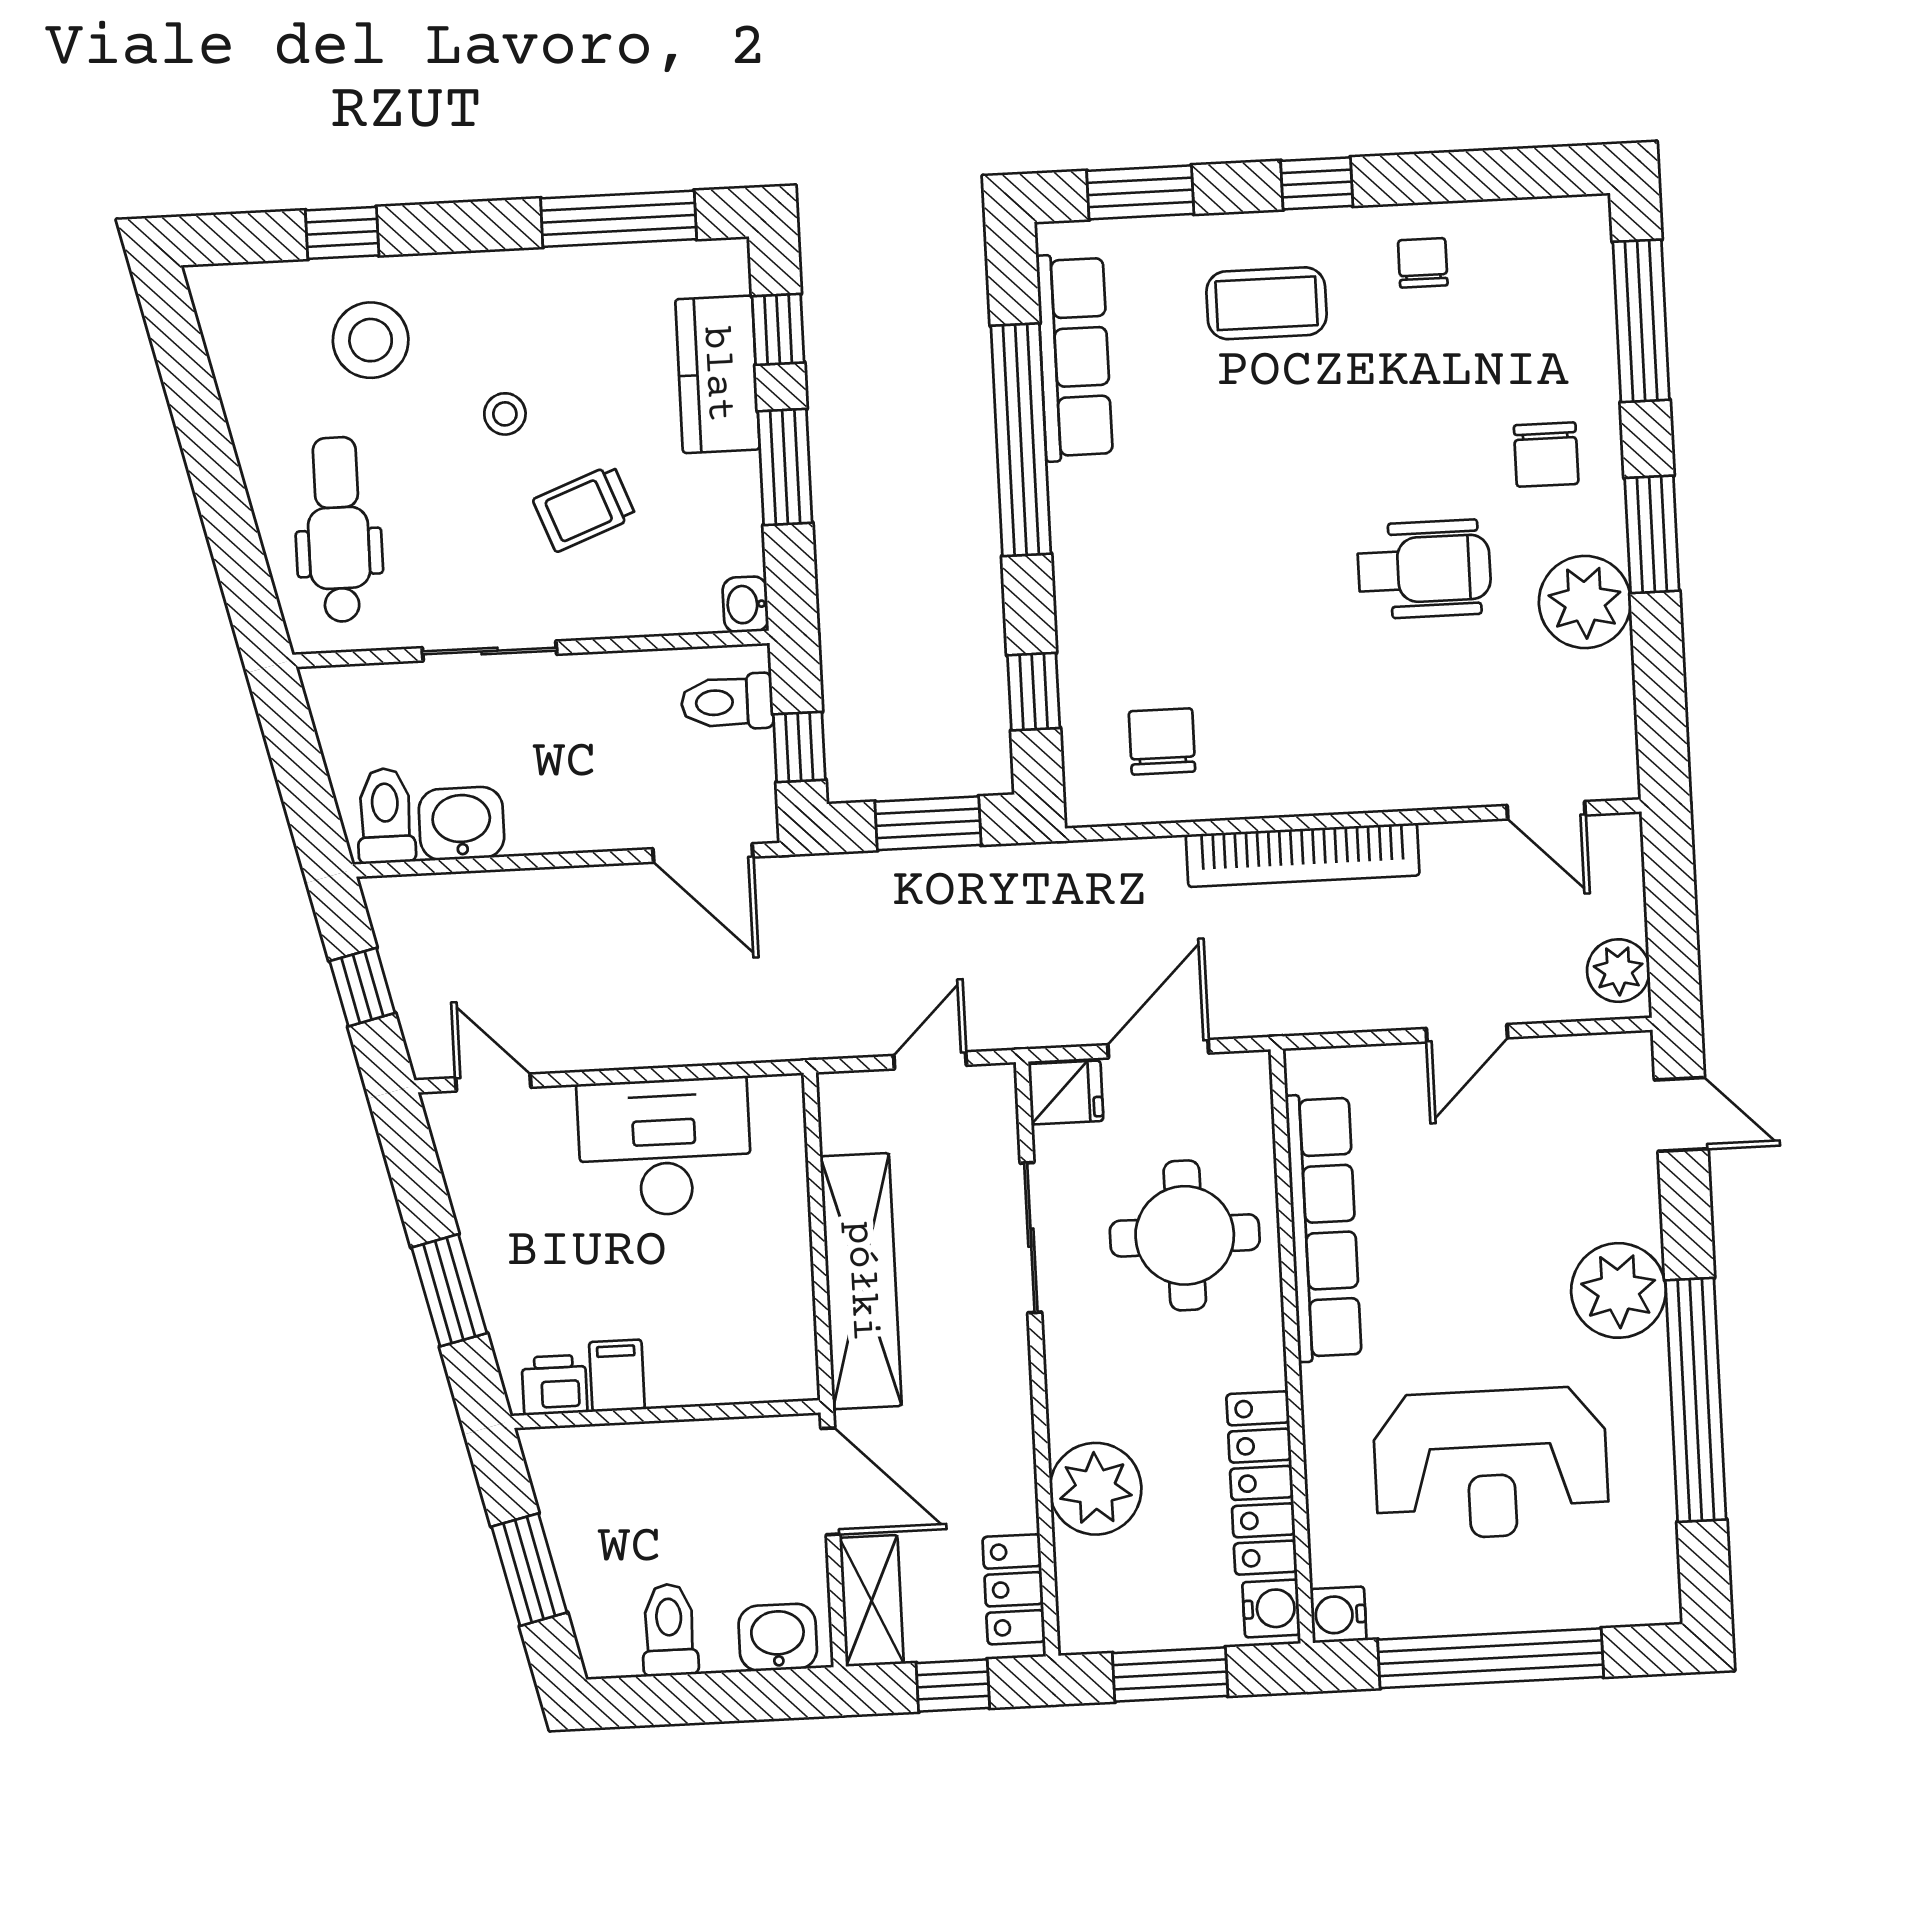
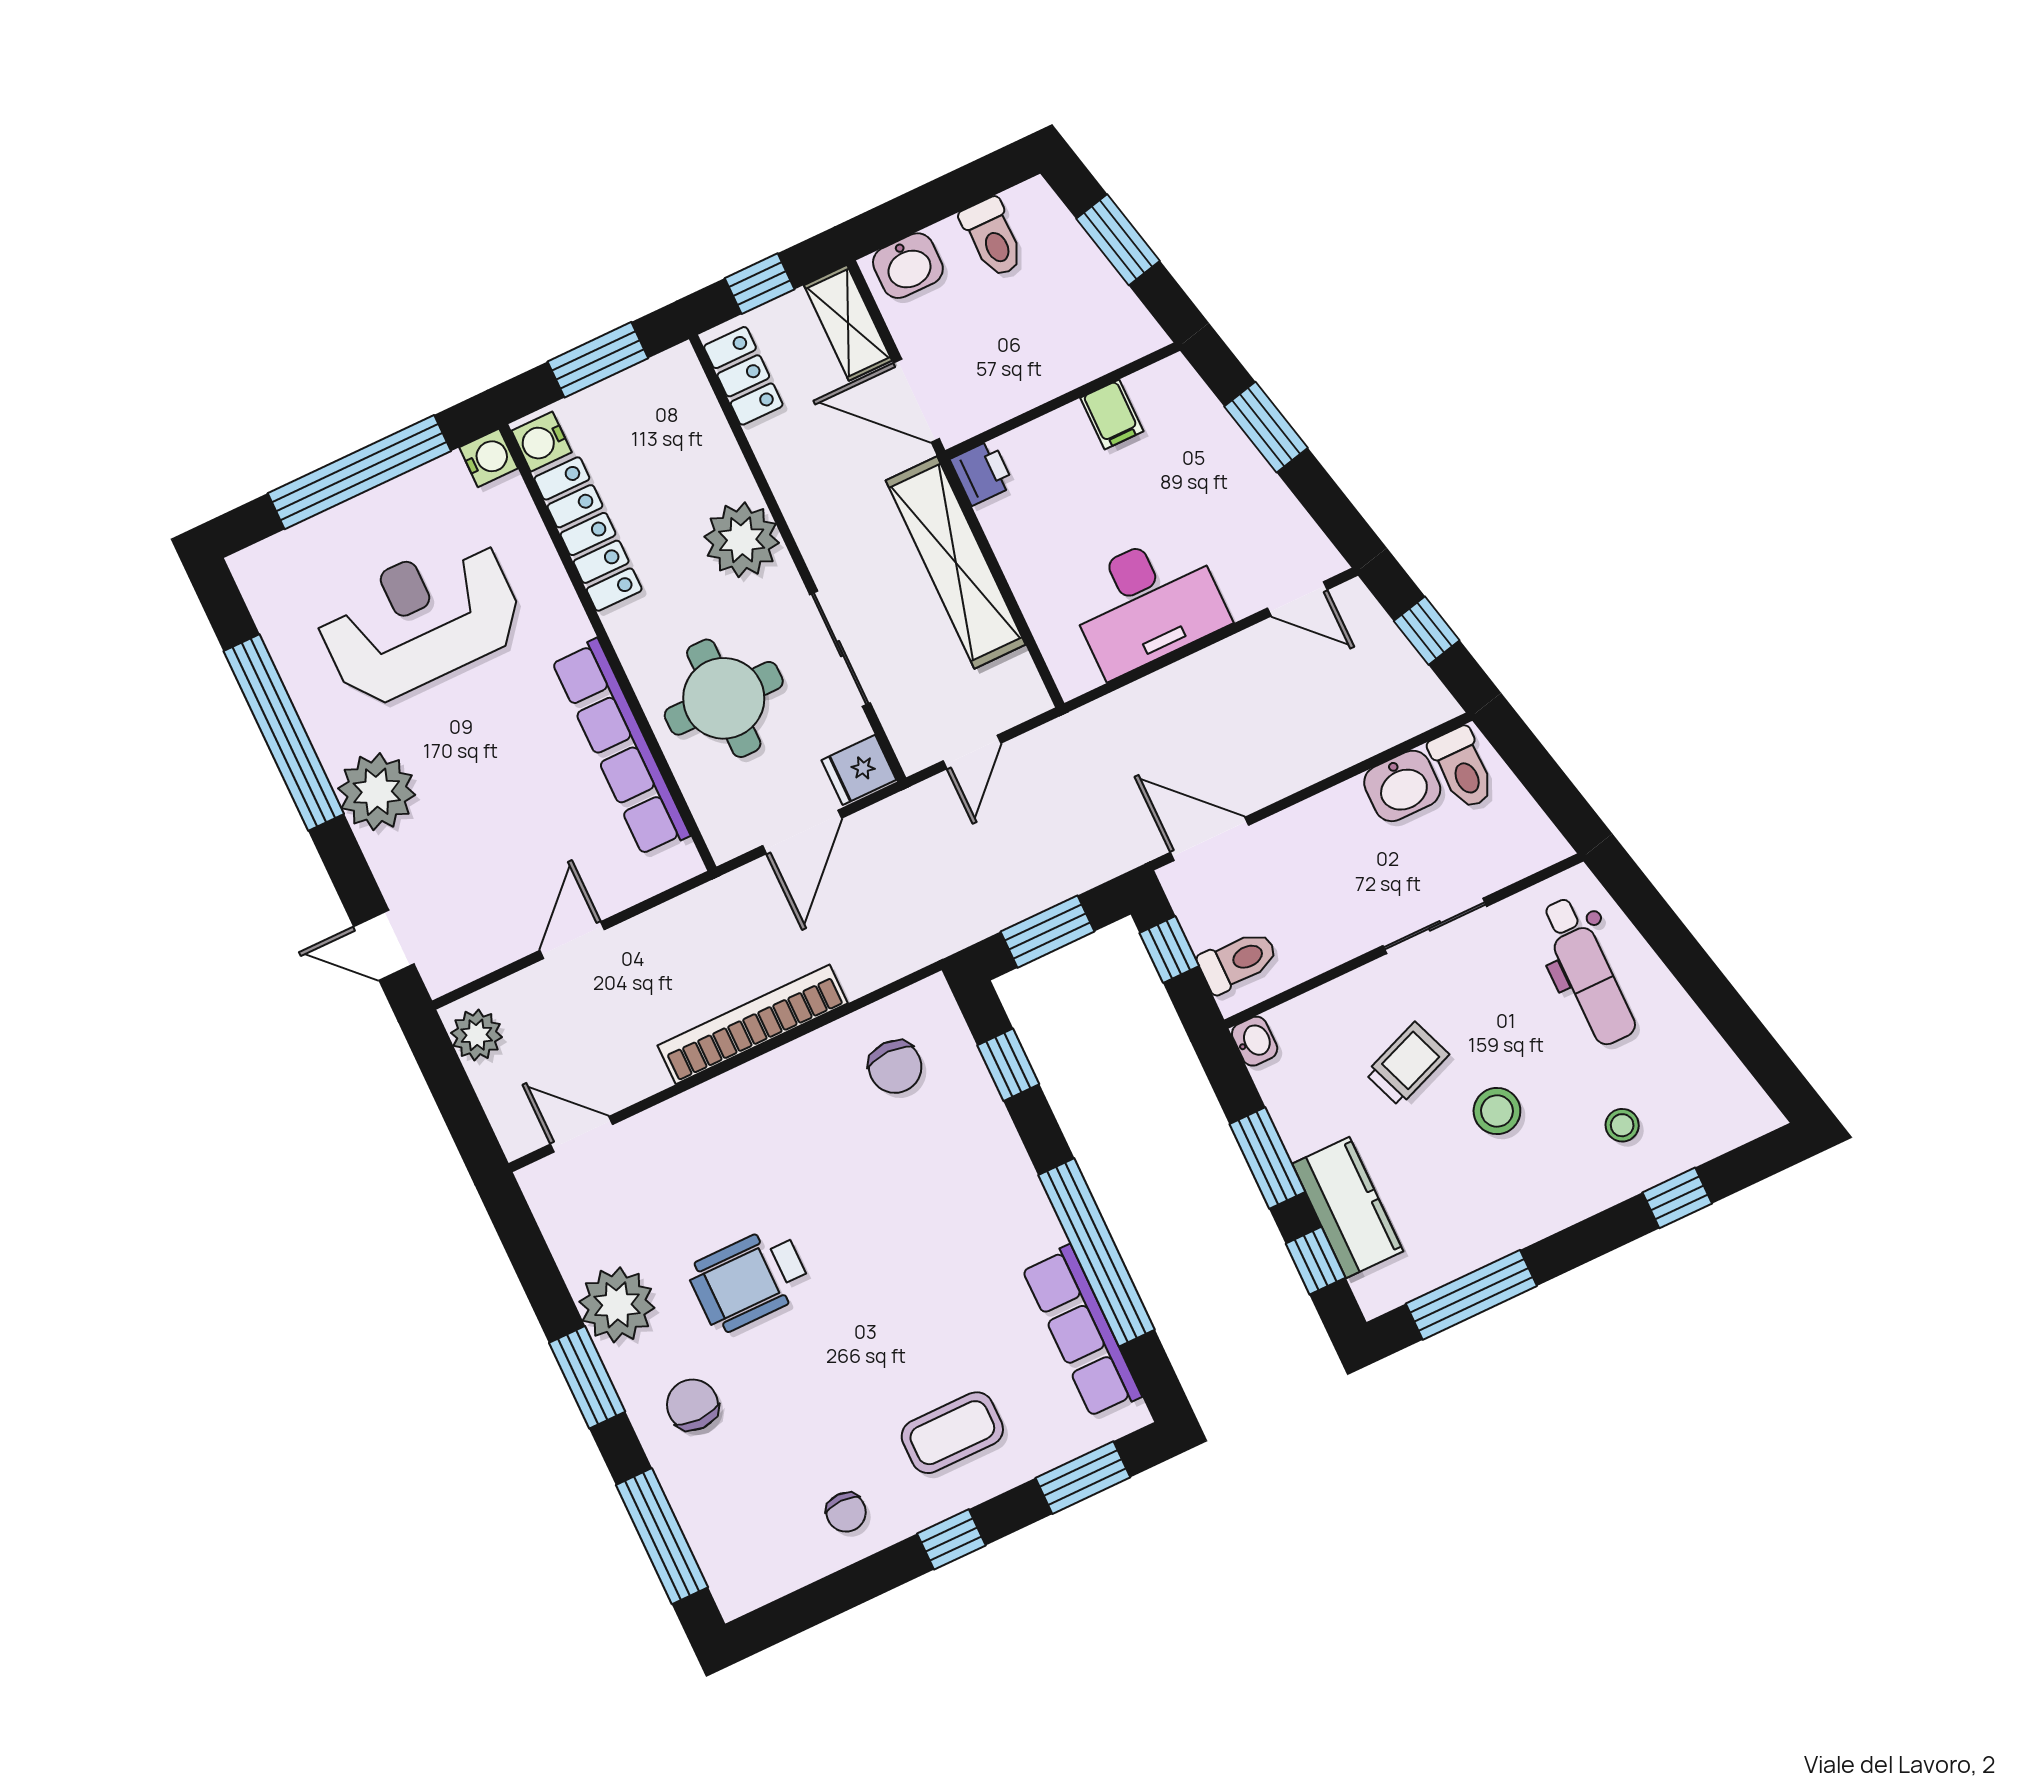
stool: (371, 340) -> (1622, 1125), width x0.53, depth x0.53
stool: (505, 414) -> (1497, 1111), width x1.37, depth x1.37
printer: (554, 1385) -> (982, 473), moved, turned -90
plant: (1096, 1489) -> (742, 540), moved

